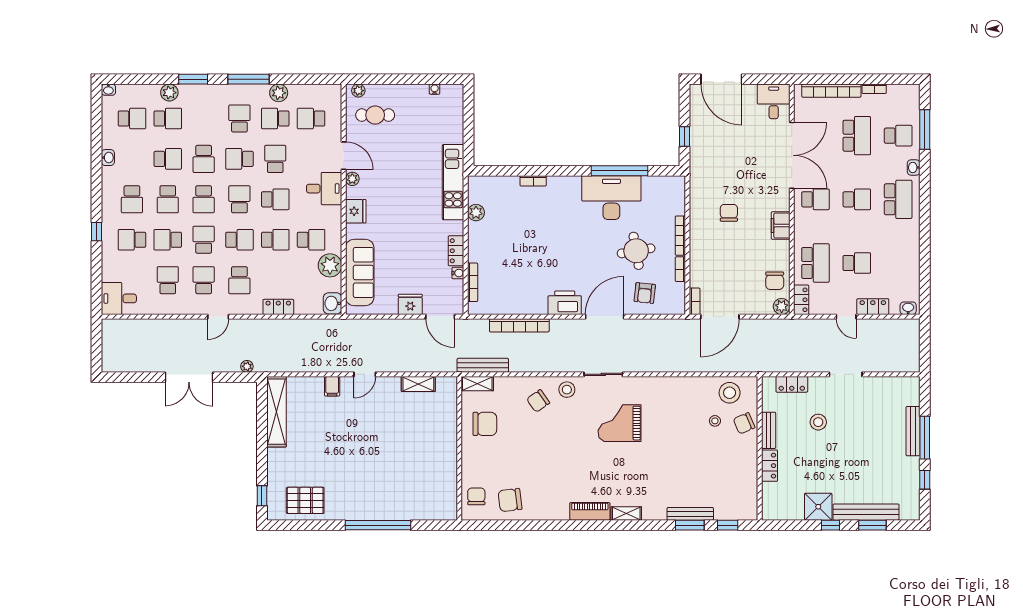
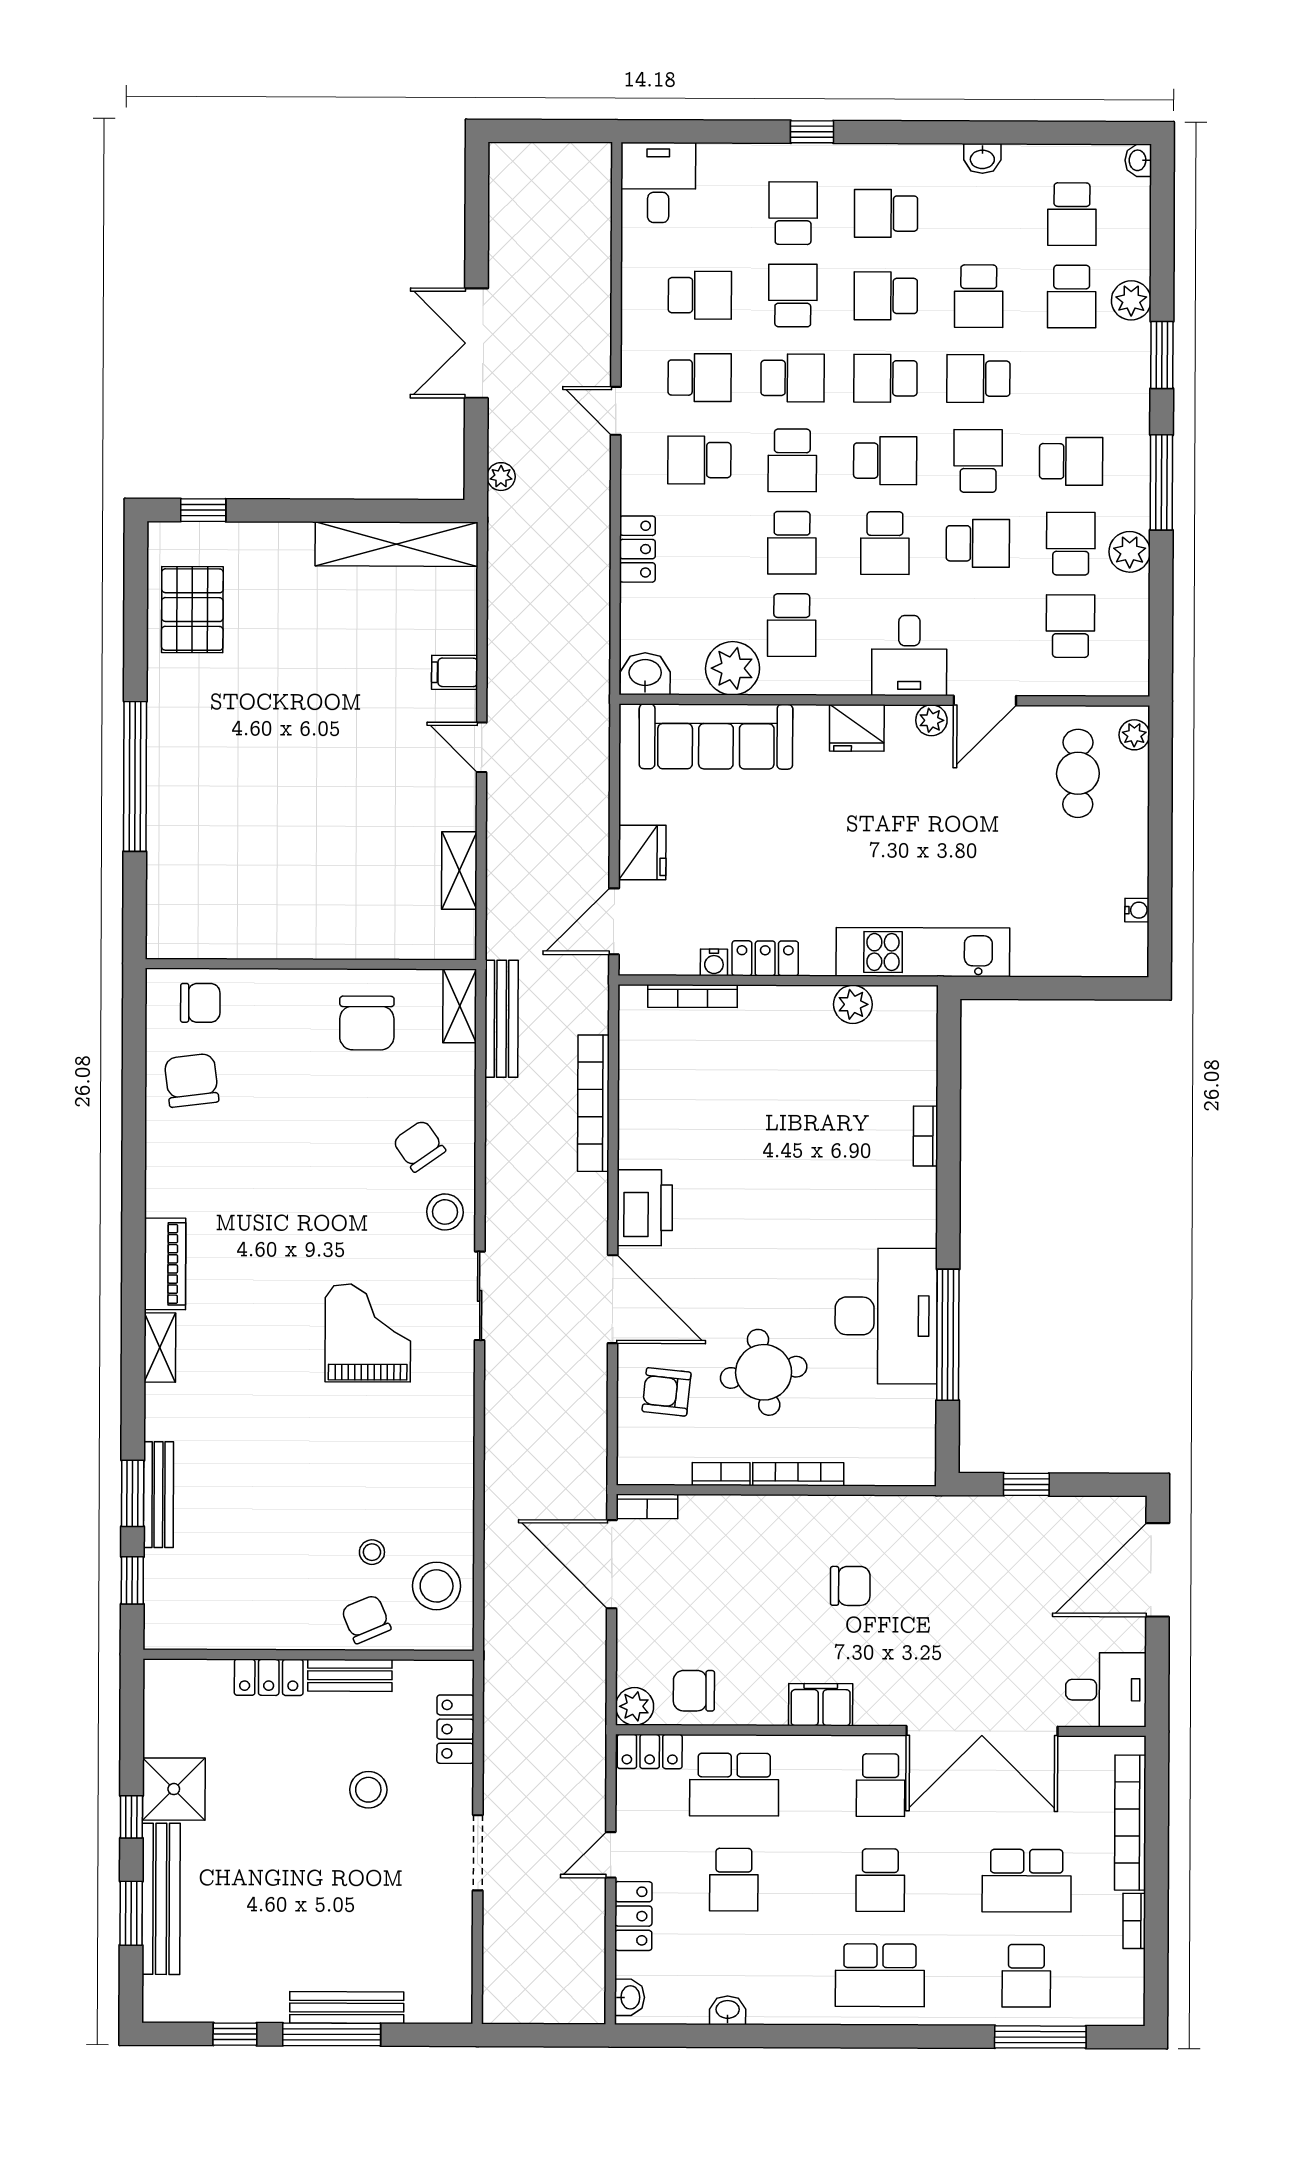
washbasin: (914, 168) -> (728, 2010), moved

